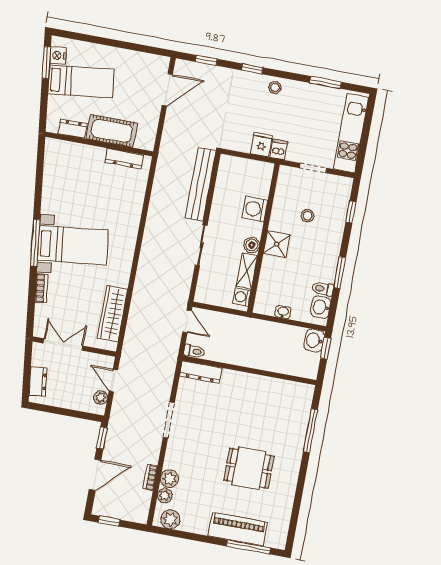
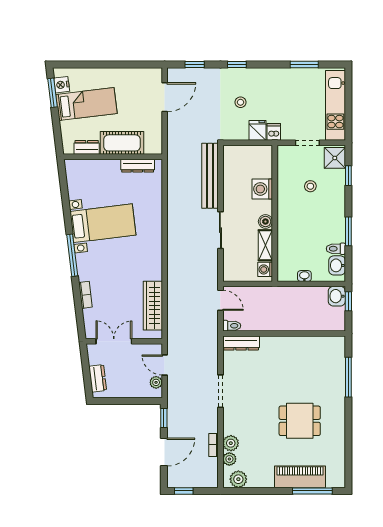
stool: (275, 88) -> (241, 102), moved
shower: (277, 244) -> (335, 158), moved
bed with nightstands: (73, 245) -> (103, 223), moved

